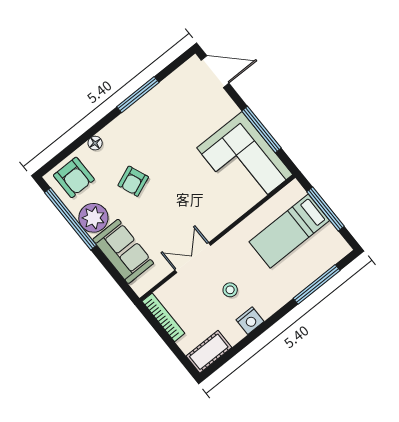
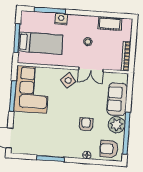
armchair: (74, 177) -> (109, 149), turned -90
armchair: (133, 181) -> (86, 124), turned -68
side table: (209, 216) -> (68, 80), added
nightstand: (250, 321) -> (61, 19), moved
cot: (209, 352) -> (110, 23), moved

